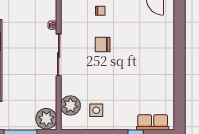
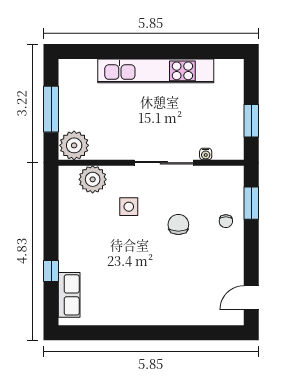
side table: (96, 110) -> (129, 207), moved

